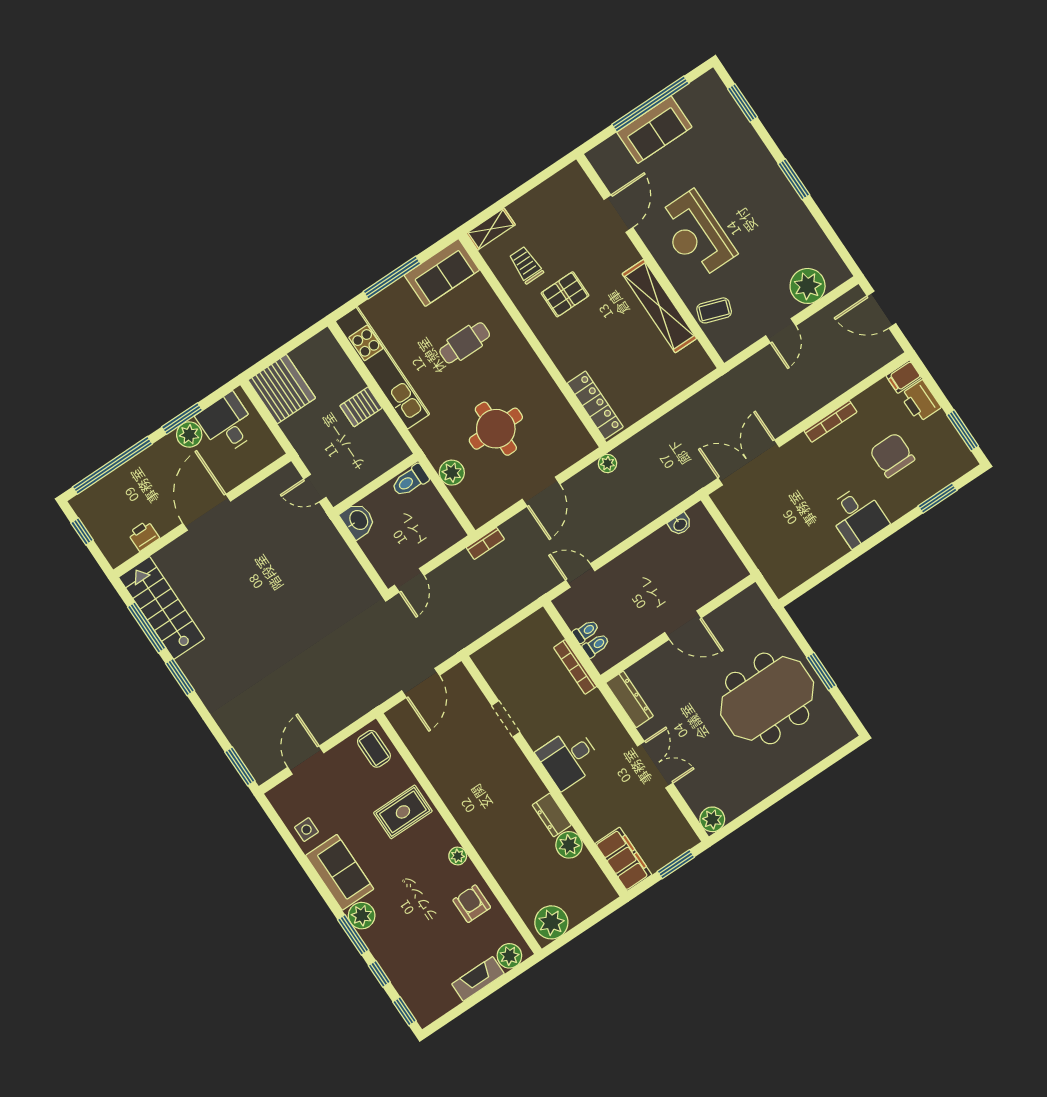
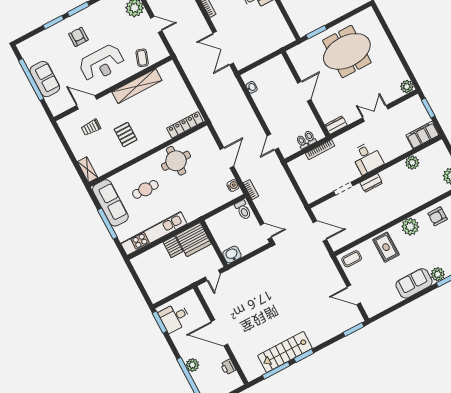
window: (743, 103) -> (53, 22), moved
armchair: (741, 185) -> (78, 37), added
trolley: (526, 265) -> (91, 127), moved
sofa: (442, 272) -> (110, 203), width x1.36
cafe table: (465, 343) -> (145, 189), turned 90
server rack: (282, 389) -> (194, 240), moved, turned 180
window: (182, 419) -> (160, 322), moved
round table: (496, 429) -> (176, 161), moved
plant: (189, 435) -> (192, 365), moved
plant: (607, 463) -> (216, 122), removed
plant: (452, 473) -> (212, 203), removed
toilet: (410, 481) -> (243, 210), moved
door: (541, 492) -> (227, 158), hinge flipped
water cooler: (490, 509) -> (233, 185), added
stairs: (162, 608) -> (285, 352), moved
window: (821, 671) -> (316, 32), moved
meeting table: (767, 698) -> (347, 51), turned 90
dresser: (630, 699) -> (336, 125), width x0.70
dresser: (552, 815) -> (371, 183), moved
side table: (306, 830) -> (390, 298), removed
plant: (458, 856) -> (410, 227), width x1.88, depth x1.88

